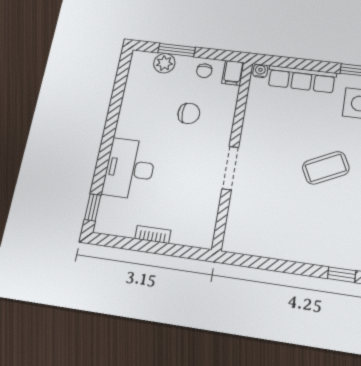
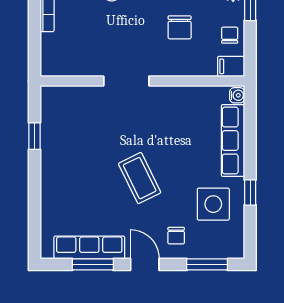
chair: (204, 71) -> (230, 35), turned 90
window: (342, 275) -> (34, 136), moved

